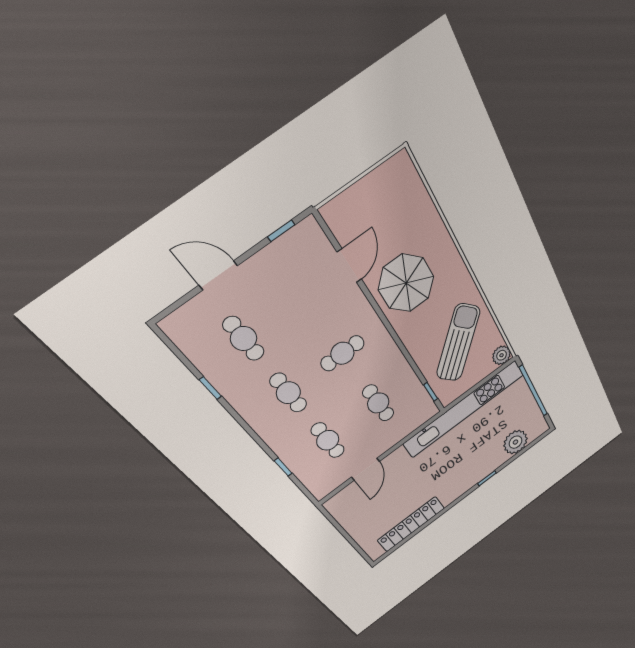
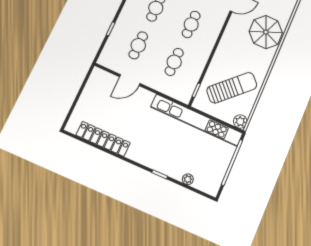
parasol: (406, 283) -> (266, 32), moved
cafe table: (342, 353) -> (191, 24), turned 90
plant: (515, 442) -> (188, 179), width x0.53, depth x0.53

